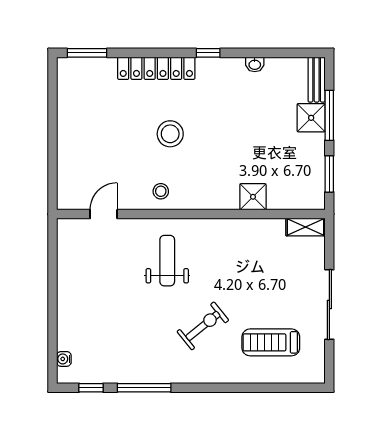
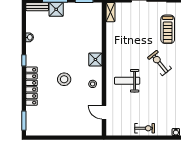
shower: (253, 197) -> (95, 59), moved
exercise bike: (71, 296) -> (145, 128), added

